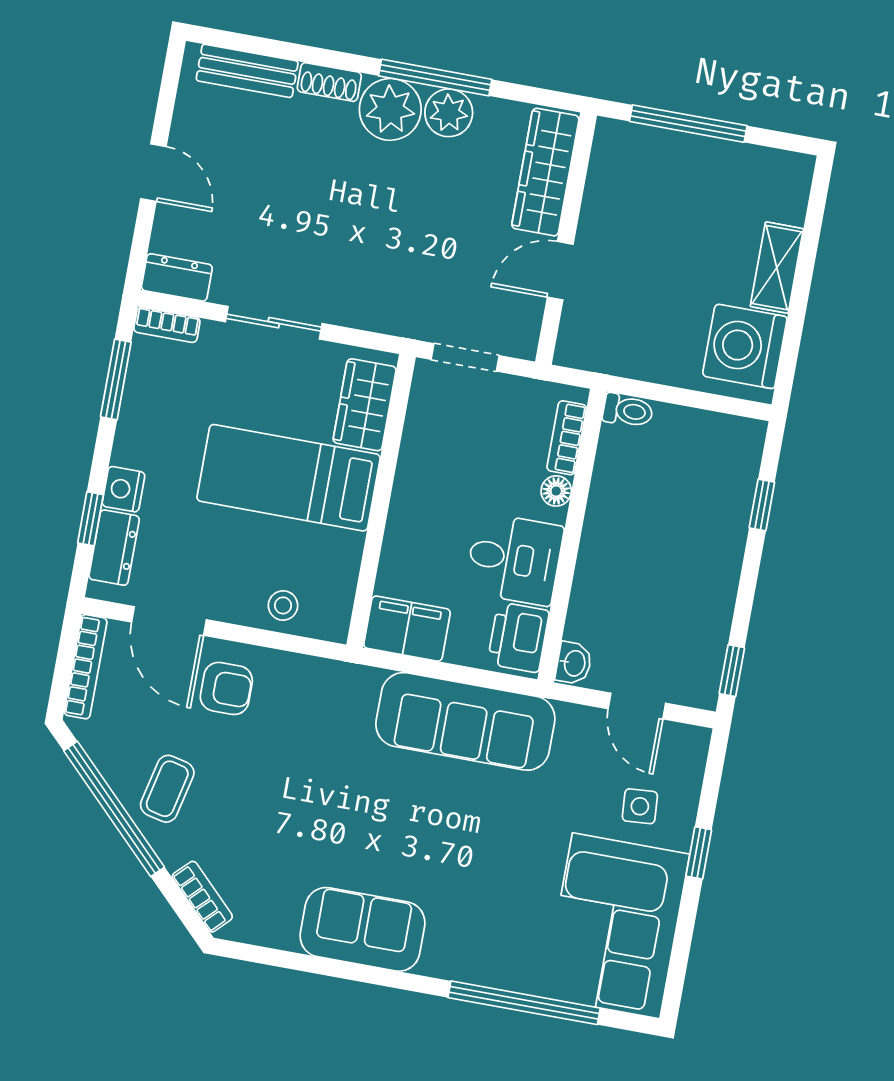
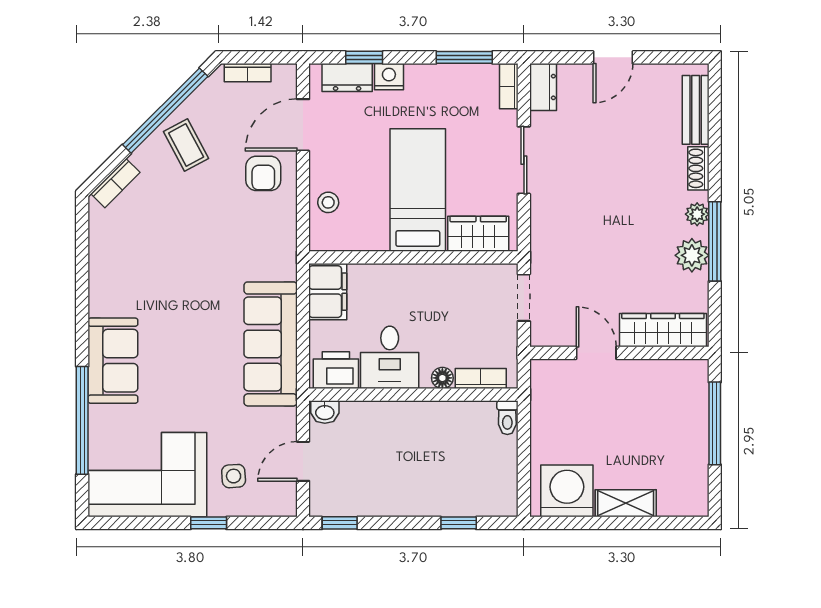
plant: (390, 109) -> (697, 214), width x0.53, depth x0.53
bookcase: (86, 667) -> (248, 73), width x0.64
coffee table: (167, 789) -> (186, 145), turned 49
sofa: (362, 929) -> (113, 361), moved

